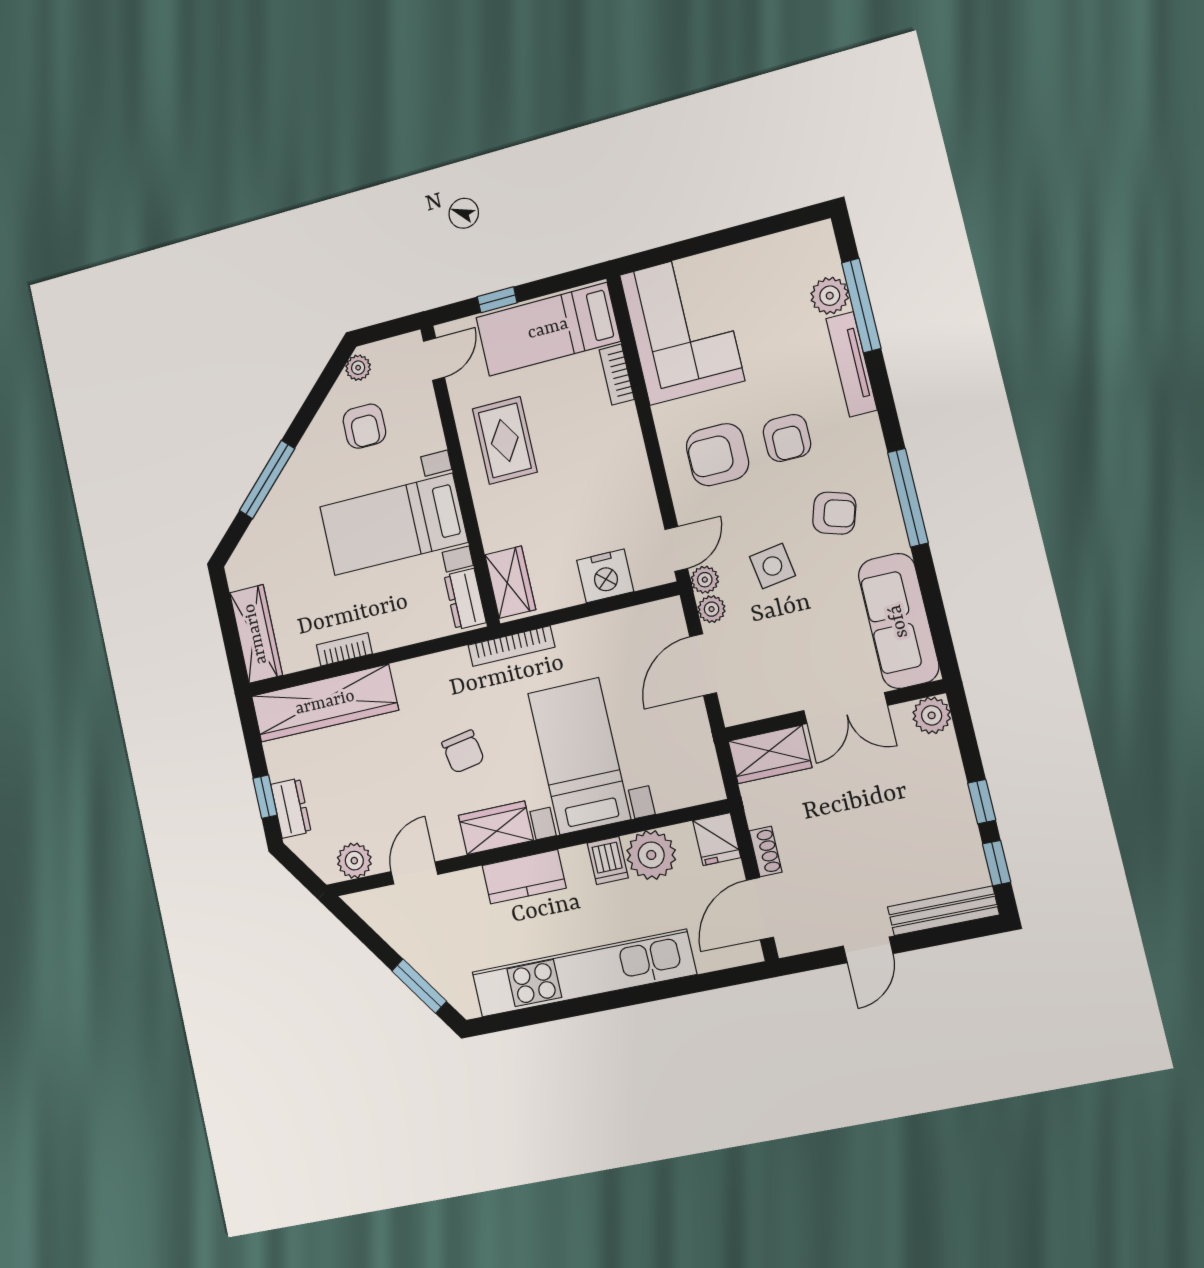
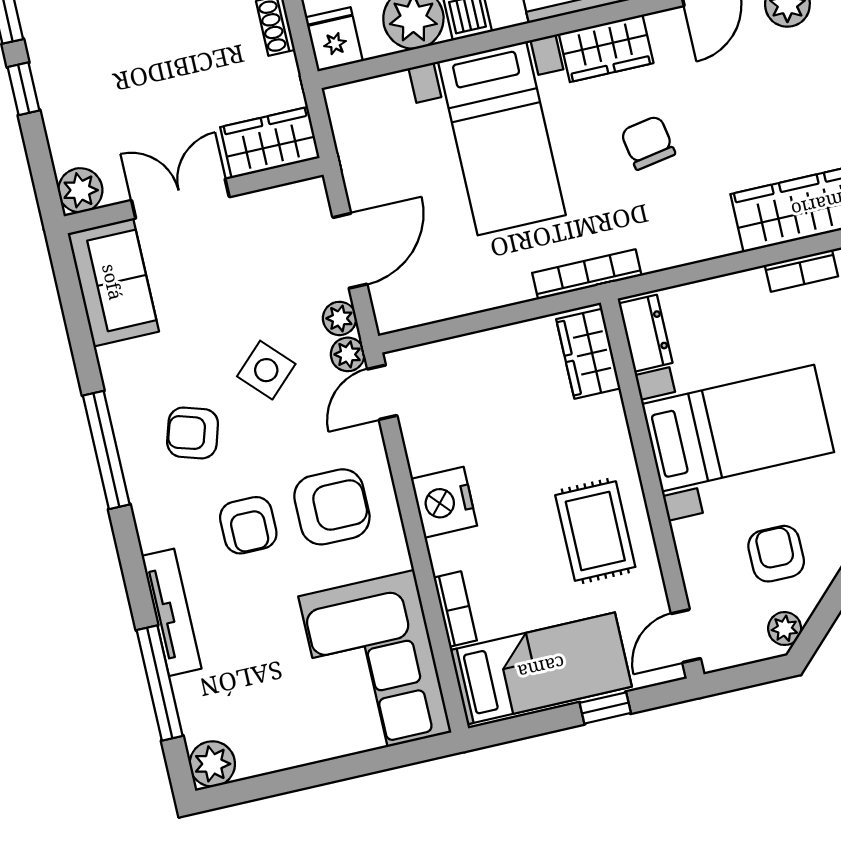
plant: (830, 296) -> (212, 764), moved
armchair: (787, 438) -> (248, 525), turned 180
side table: (772, 566) -> (266, 370), turned -35
nightstand: (605, 576) -> (444, 502), moved, turned -90
sofa: (899, 621) -> (113, 282), width x0.73

